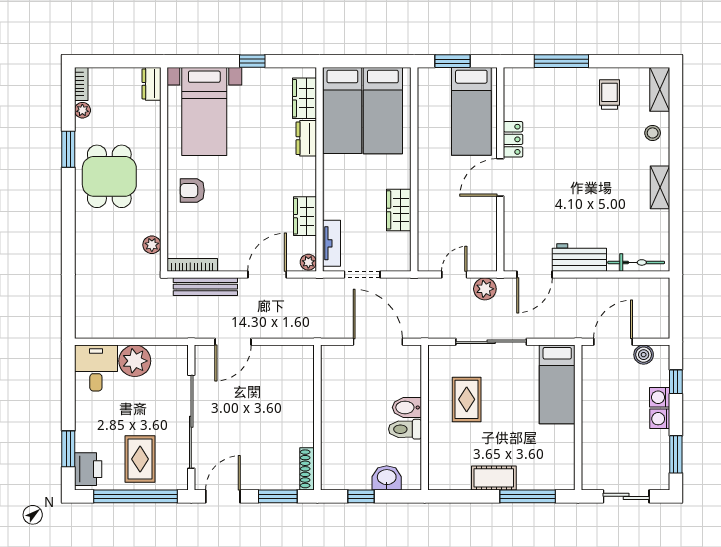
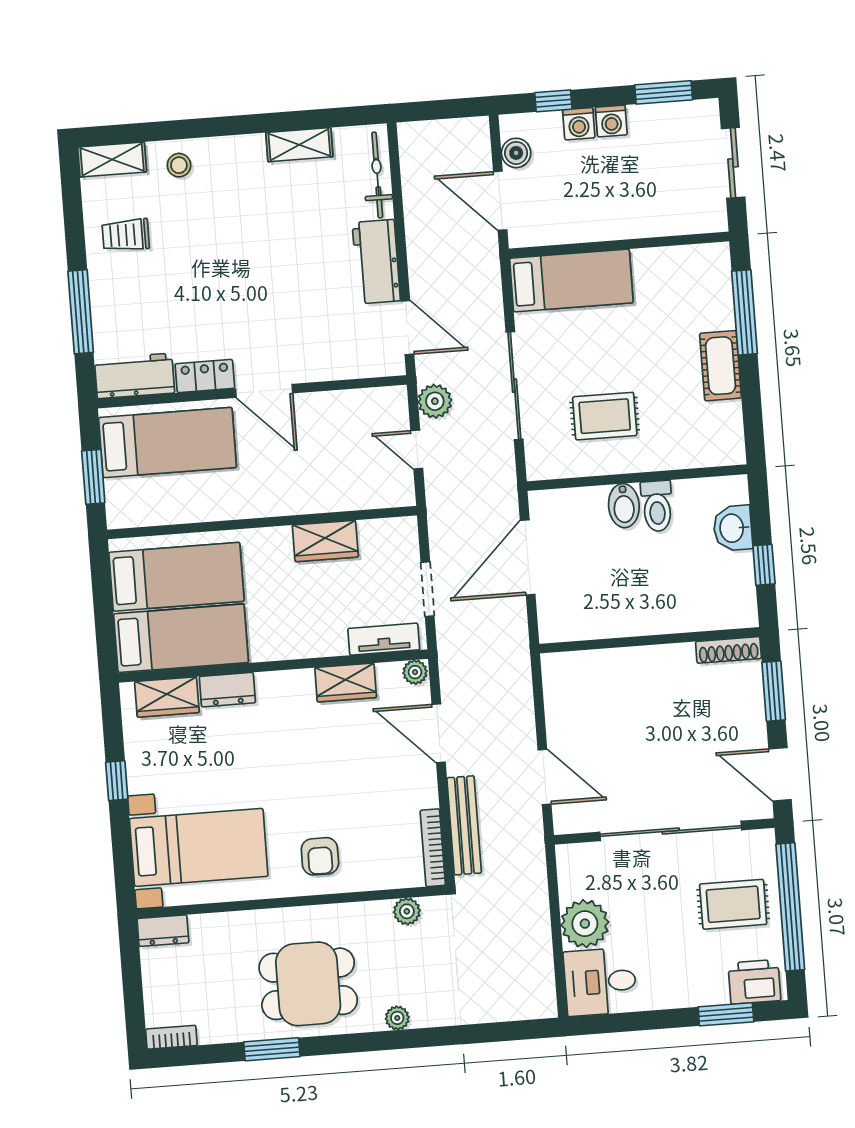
workbench: (517, 93) -> (134, 376), added
plant: (82, 110) -> (397, 1018), moved
shelving: (660, 187) -> (299, 145), moved

